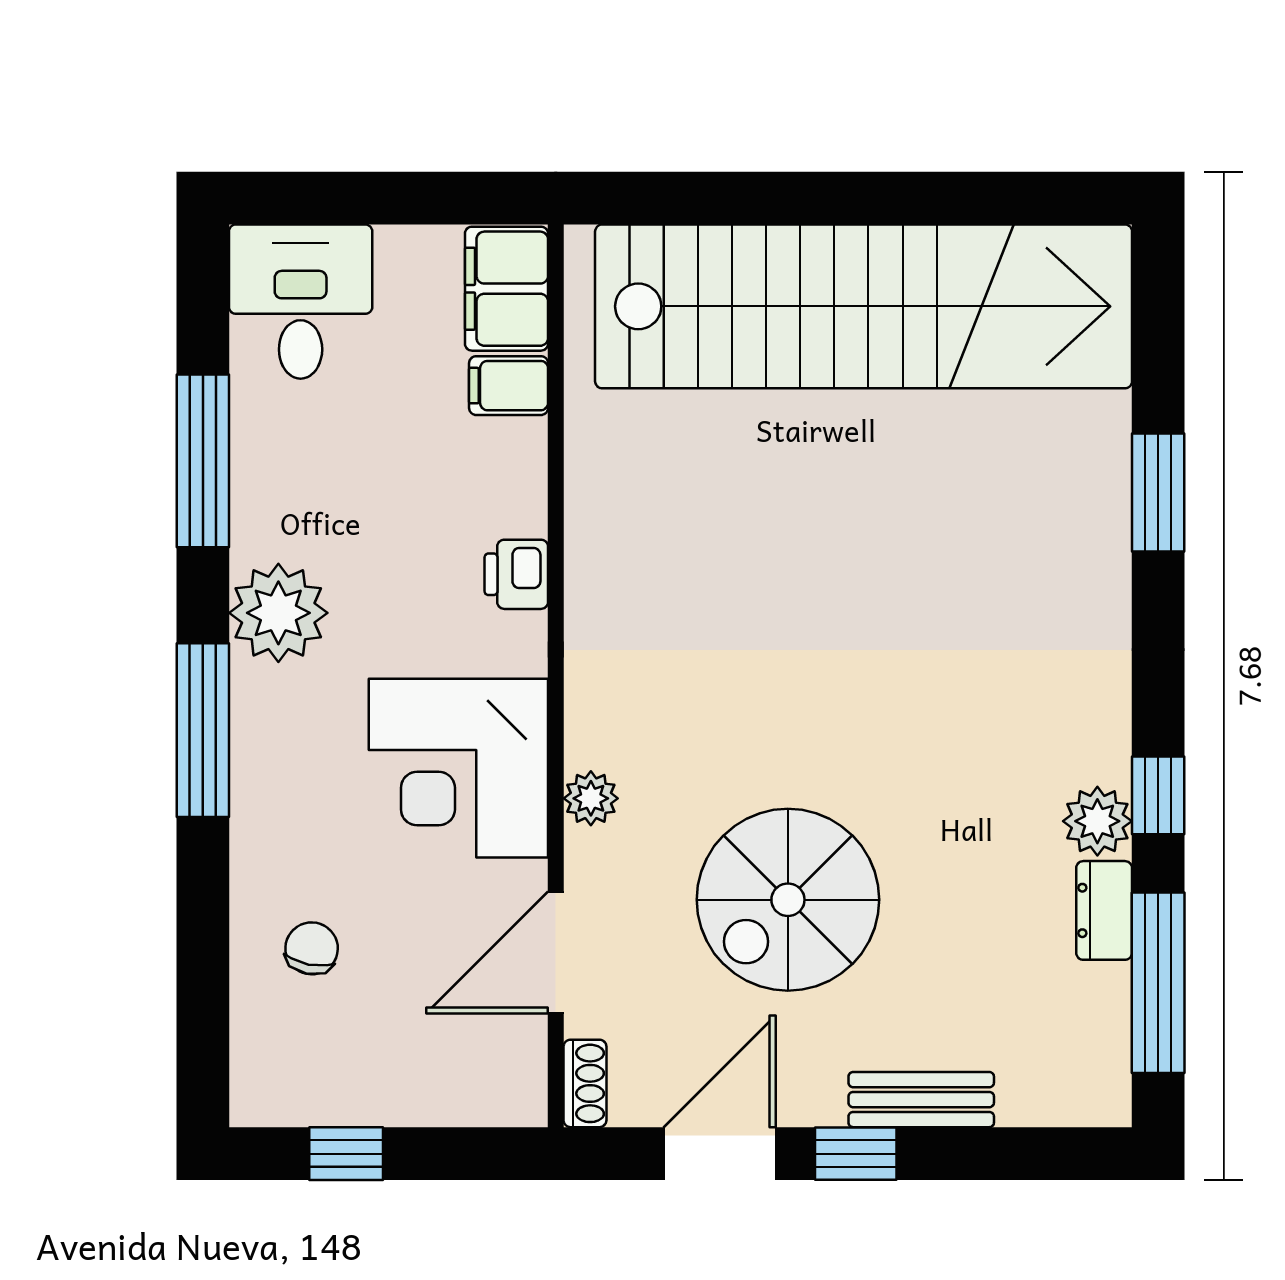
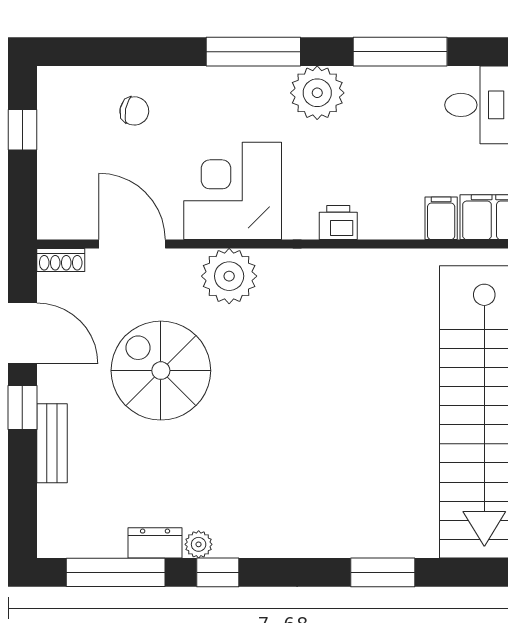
plant: (591, 798) -> (229, 276), width x1.88, depth x1.88
plant: (1097, 821) -> (199, 544), width x0.73, depth x0.73

